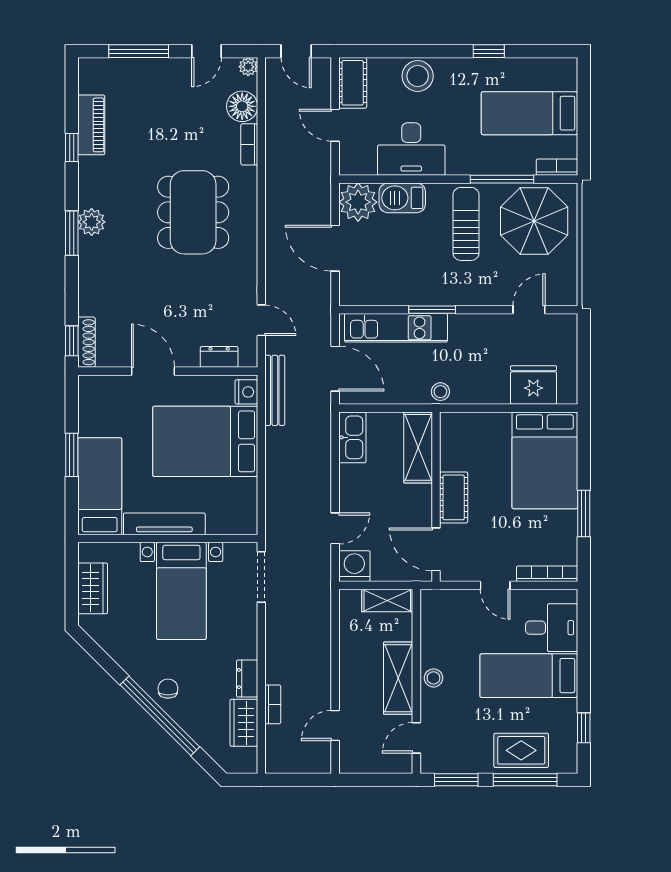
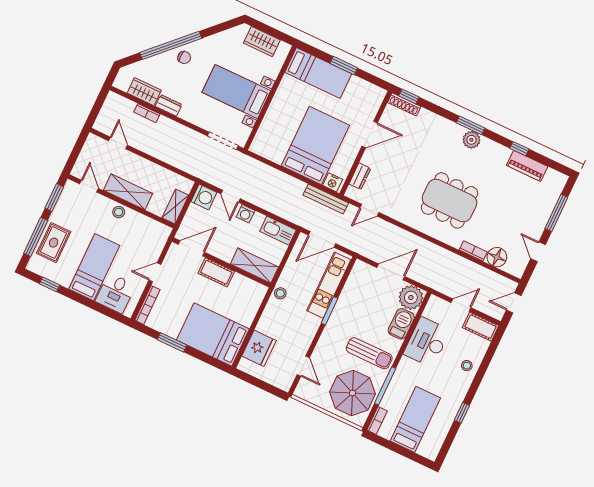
plant: (248, 67) -> (518, 271), removed
stool: (418, 76) -> (467, 366), width x0.53, depth x0.53
washing machine: (350, 495) -> (246, 214), added
tv unit: (164, 524) -> (279, 100), removed

